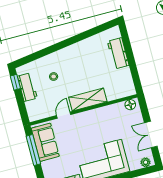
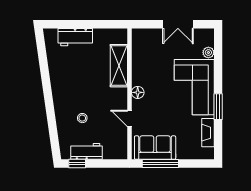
shelving: (88, 100) -> (119, 66), moved
floor lamp: (130, 105) -> (138, 92), moved
plant: (146, 162) -> (208, 52), moved

